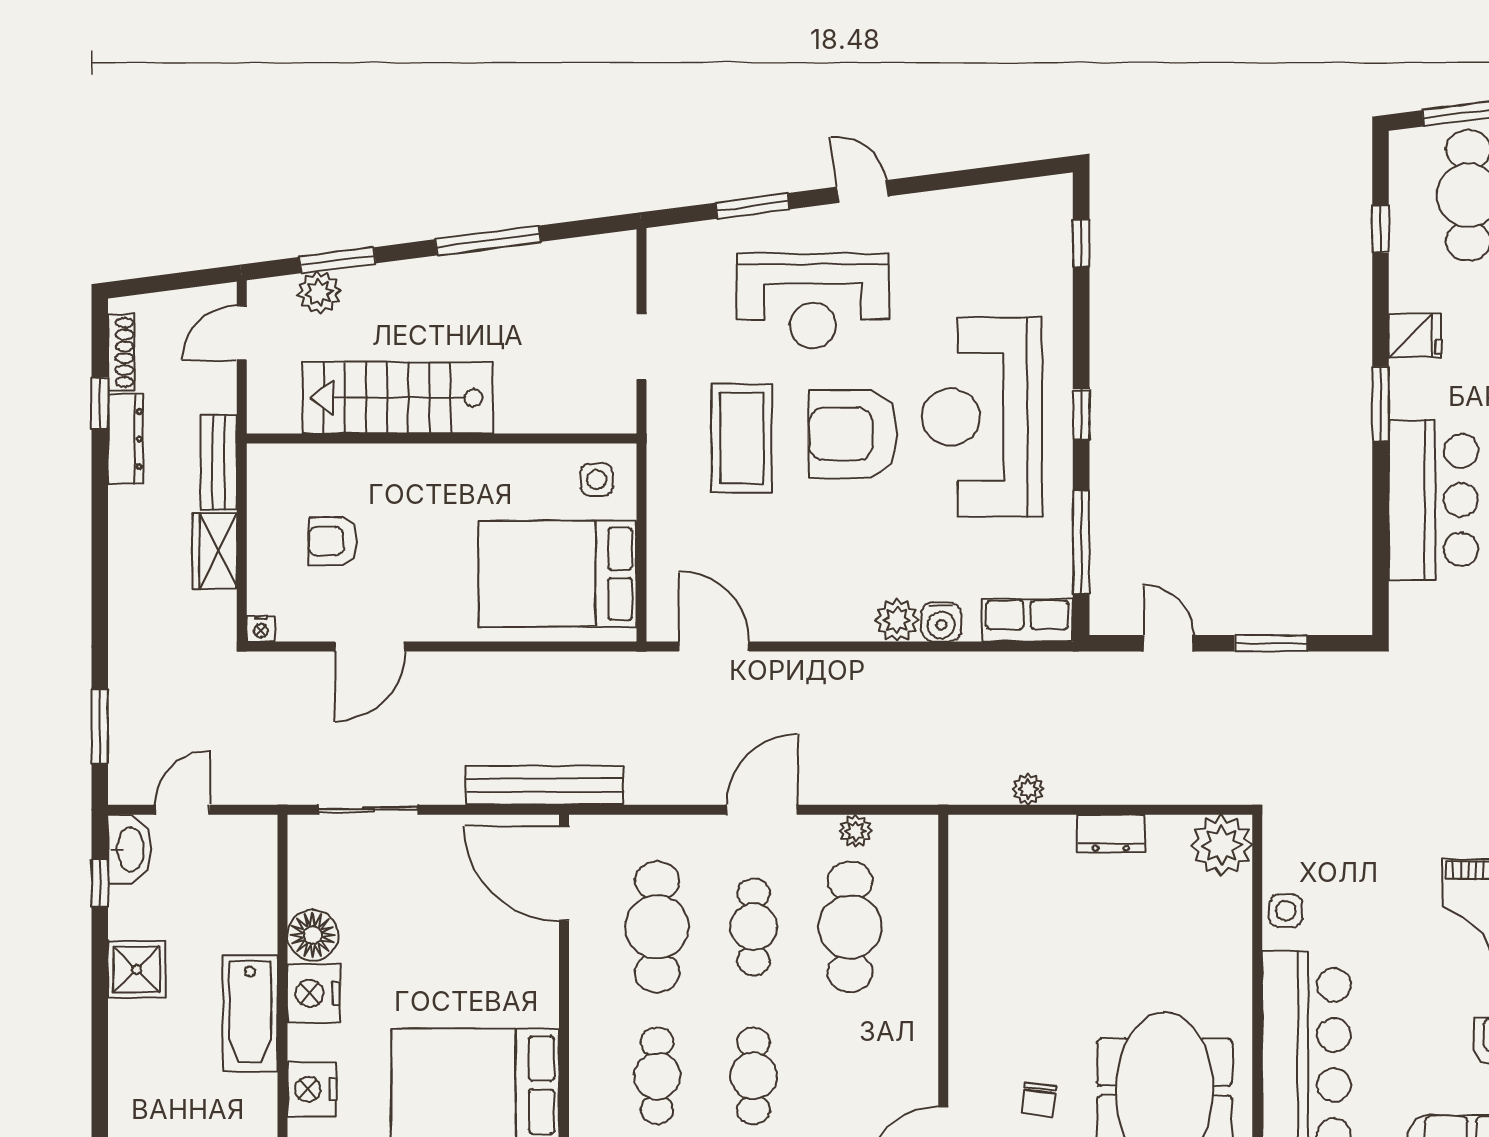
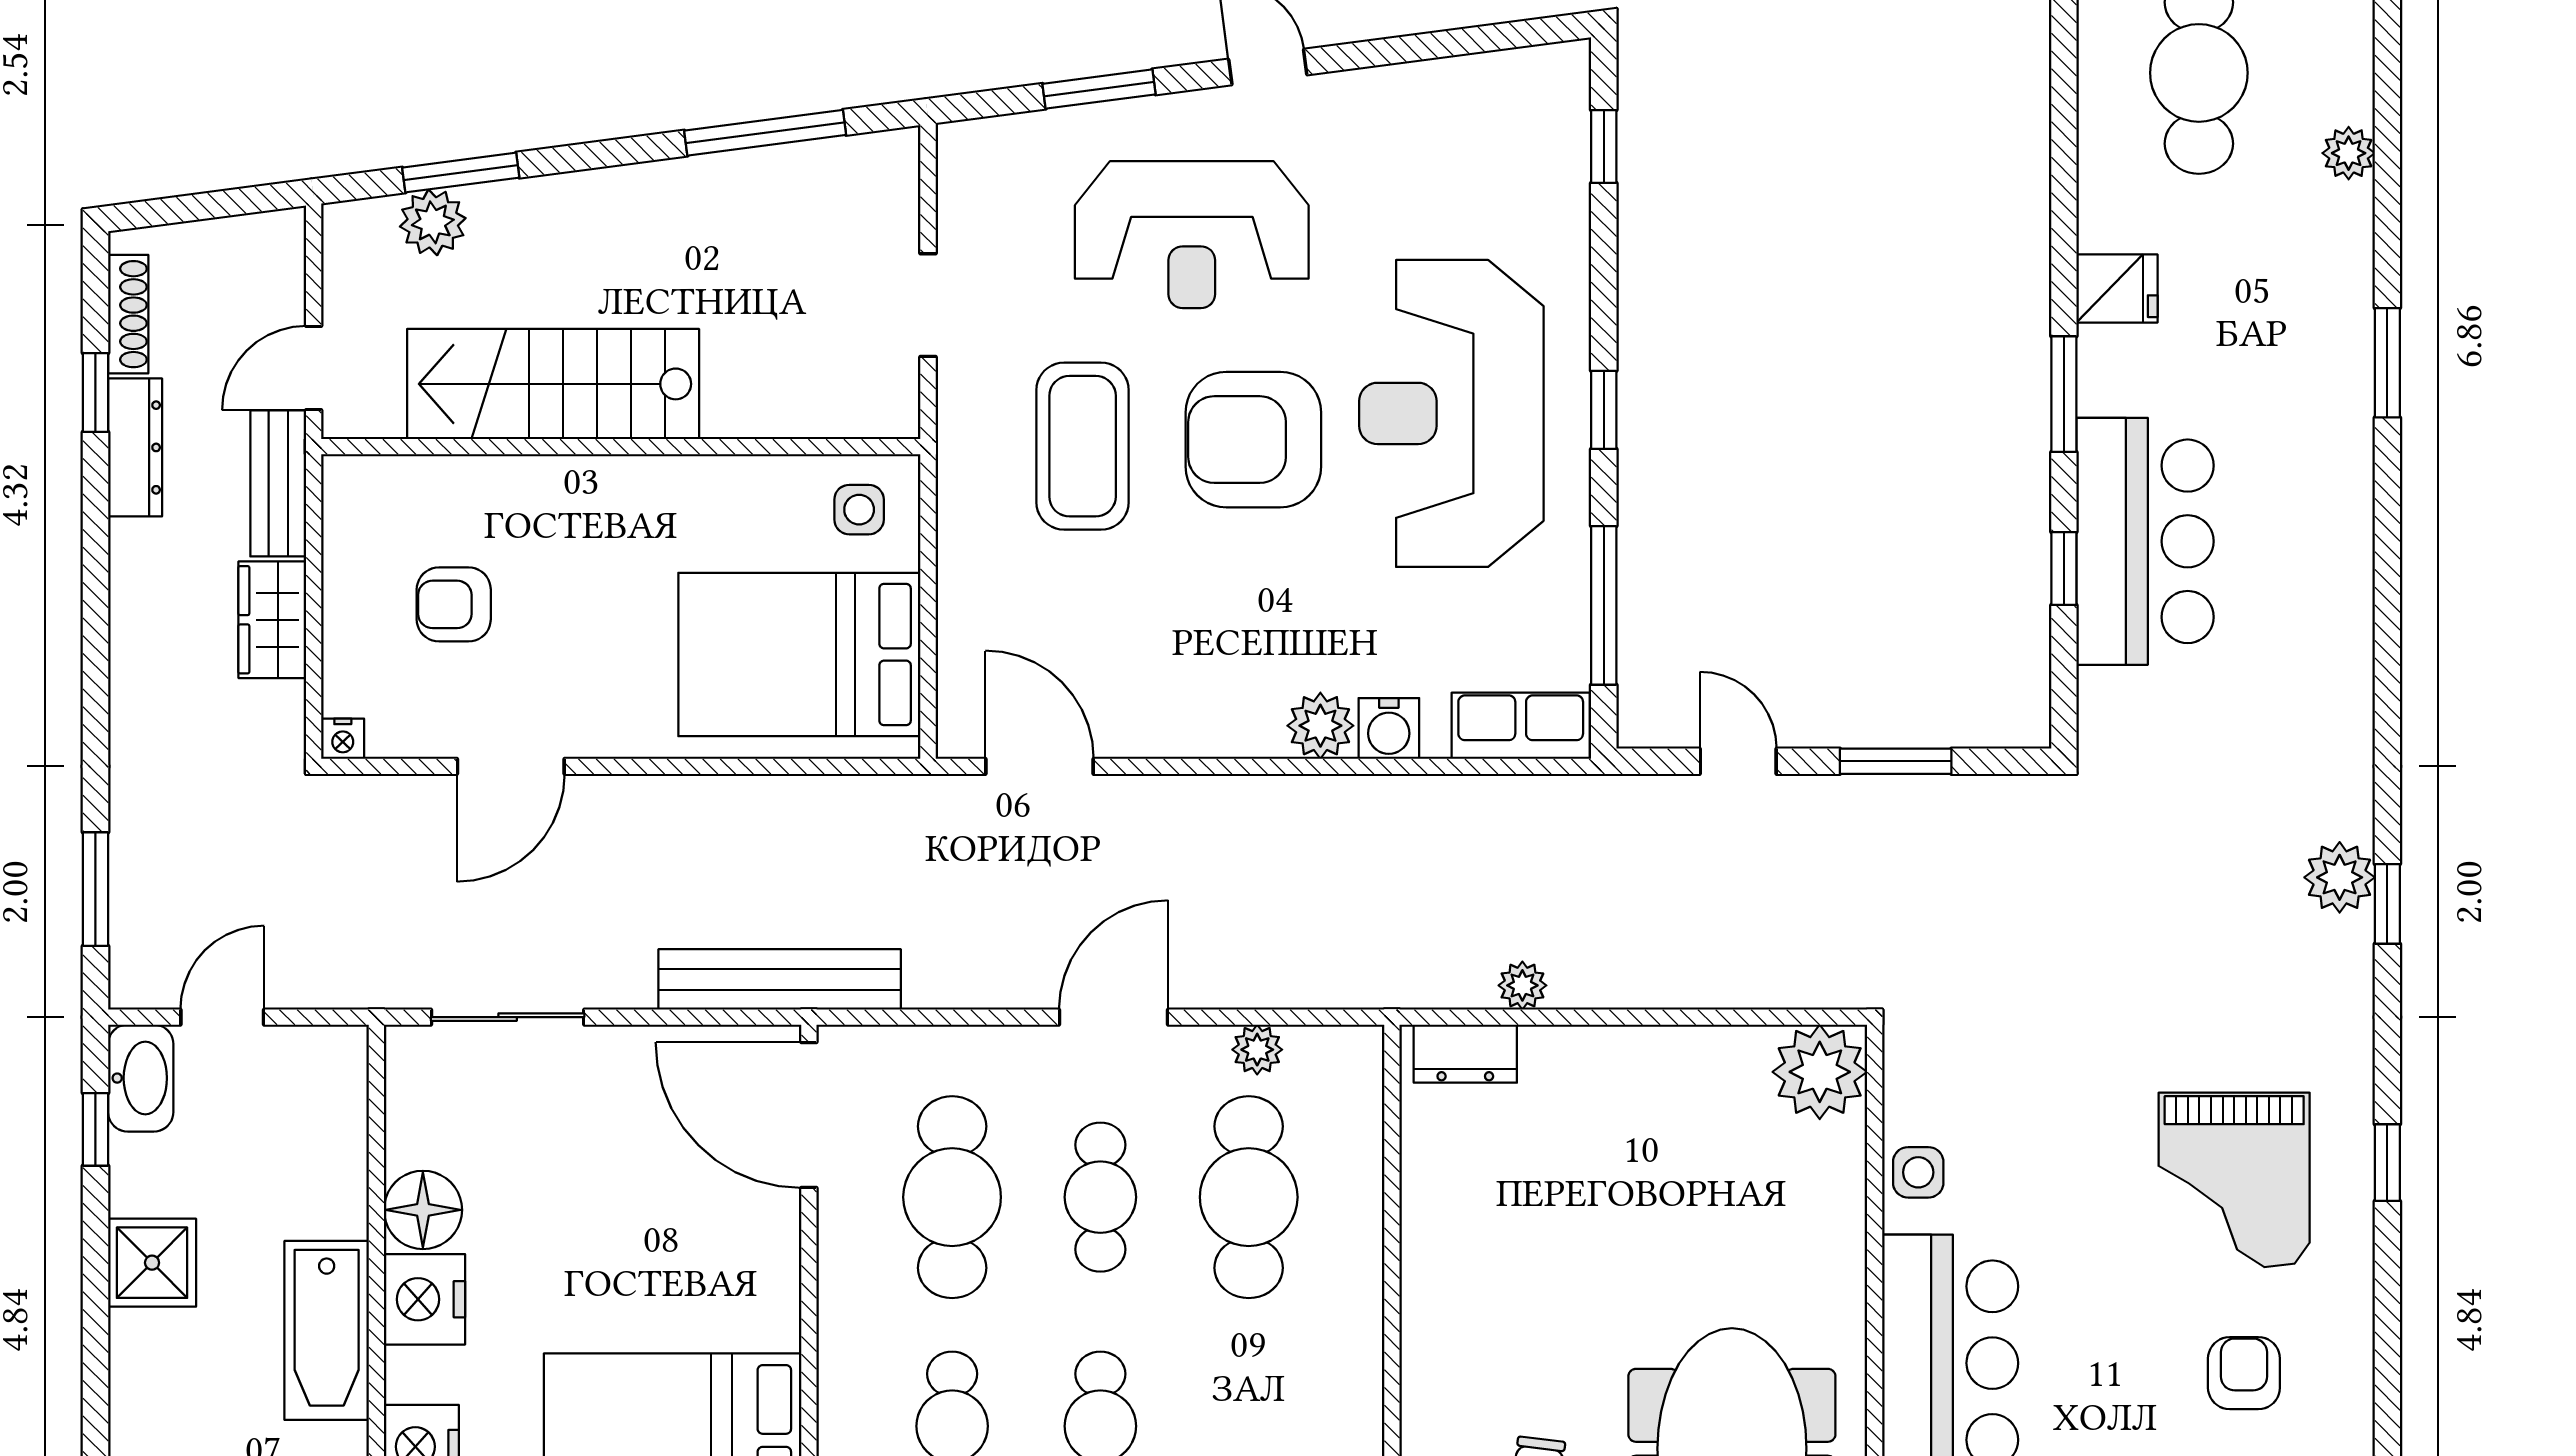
window: (1380, 229) -> (2064, 568), moved
window: (488, 241) -> (765, 133), moved
door: (242, 333) -> (314, 368), moved
dresser: (1111, 833) -> (1465, 1054), moved

